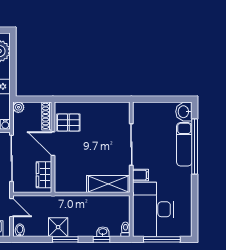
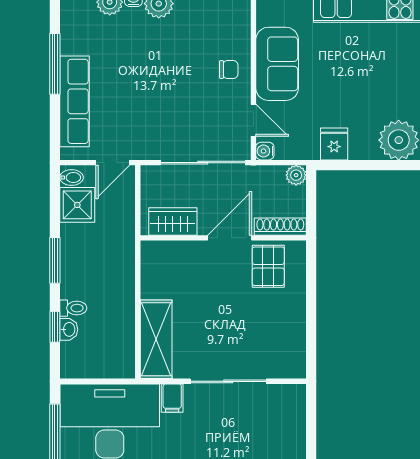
shower: (58, 227) -> (77, 205), moved
toilet: (125, 229) -> (73, 308), moved

